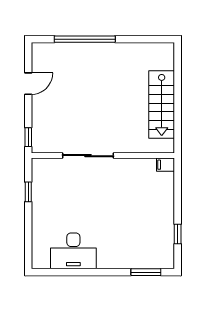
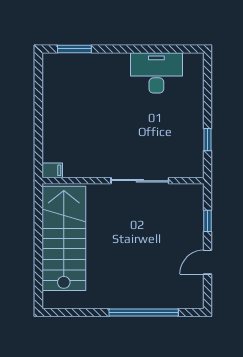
stairs: (162, 105) -> (64, 238), width x1.36, depth x1.51
window: (28, 137) -> (207, 221), moved
window: (178, 234) -> (38, 92), removed

